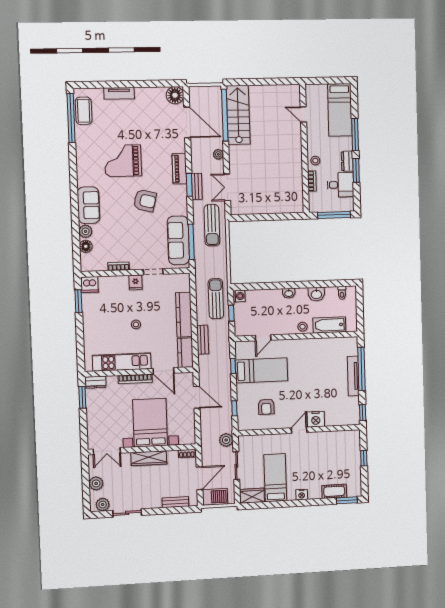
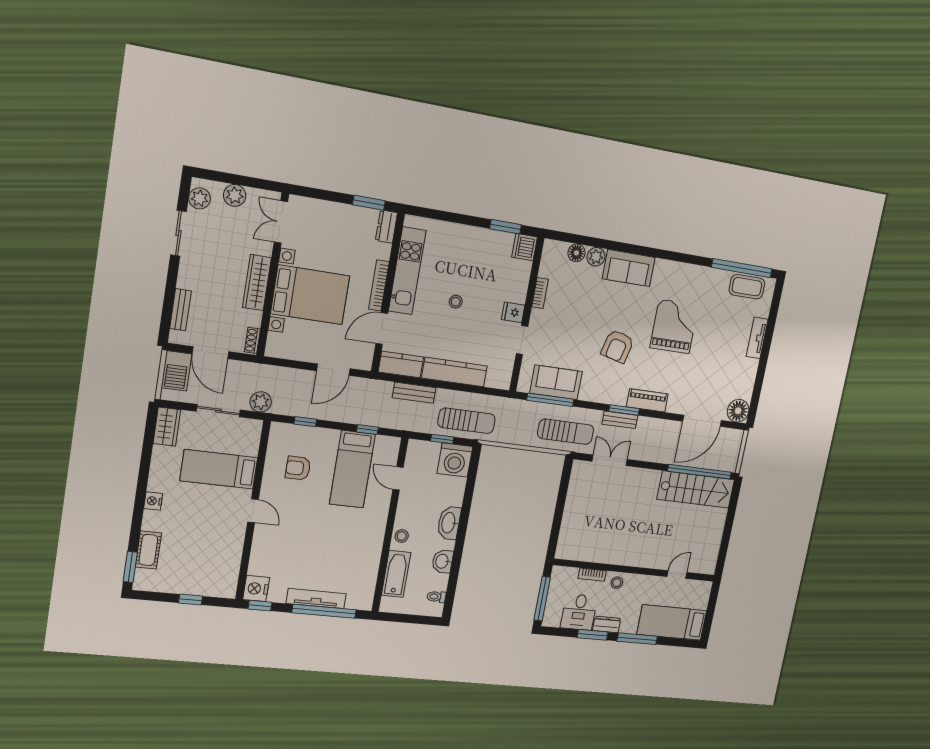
plant: (218, 154) -> (653, 455), removed
sun lounger: (212, 225) -> (566, 432), turned 180
sofa: (178, 240) -> (556, 382), width x0.73
washbasin: (289, 293) -> (449, 523), width x1.91, depth x1.45
washing machine: (239, 296) -> (455, 460), width x1.89, depth x1.89
nightstand: (316, 419) -> (256, 589), moved
bed: (275, 478) -> (219, 469), moved, turned 180

